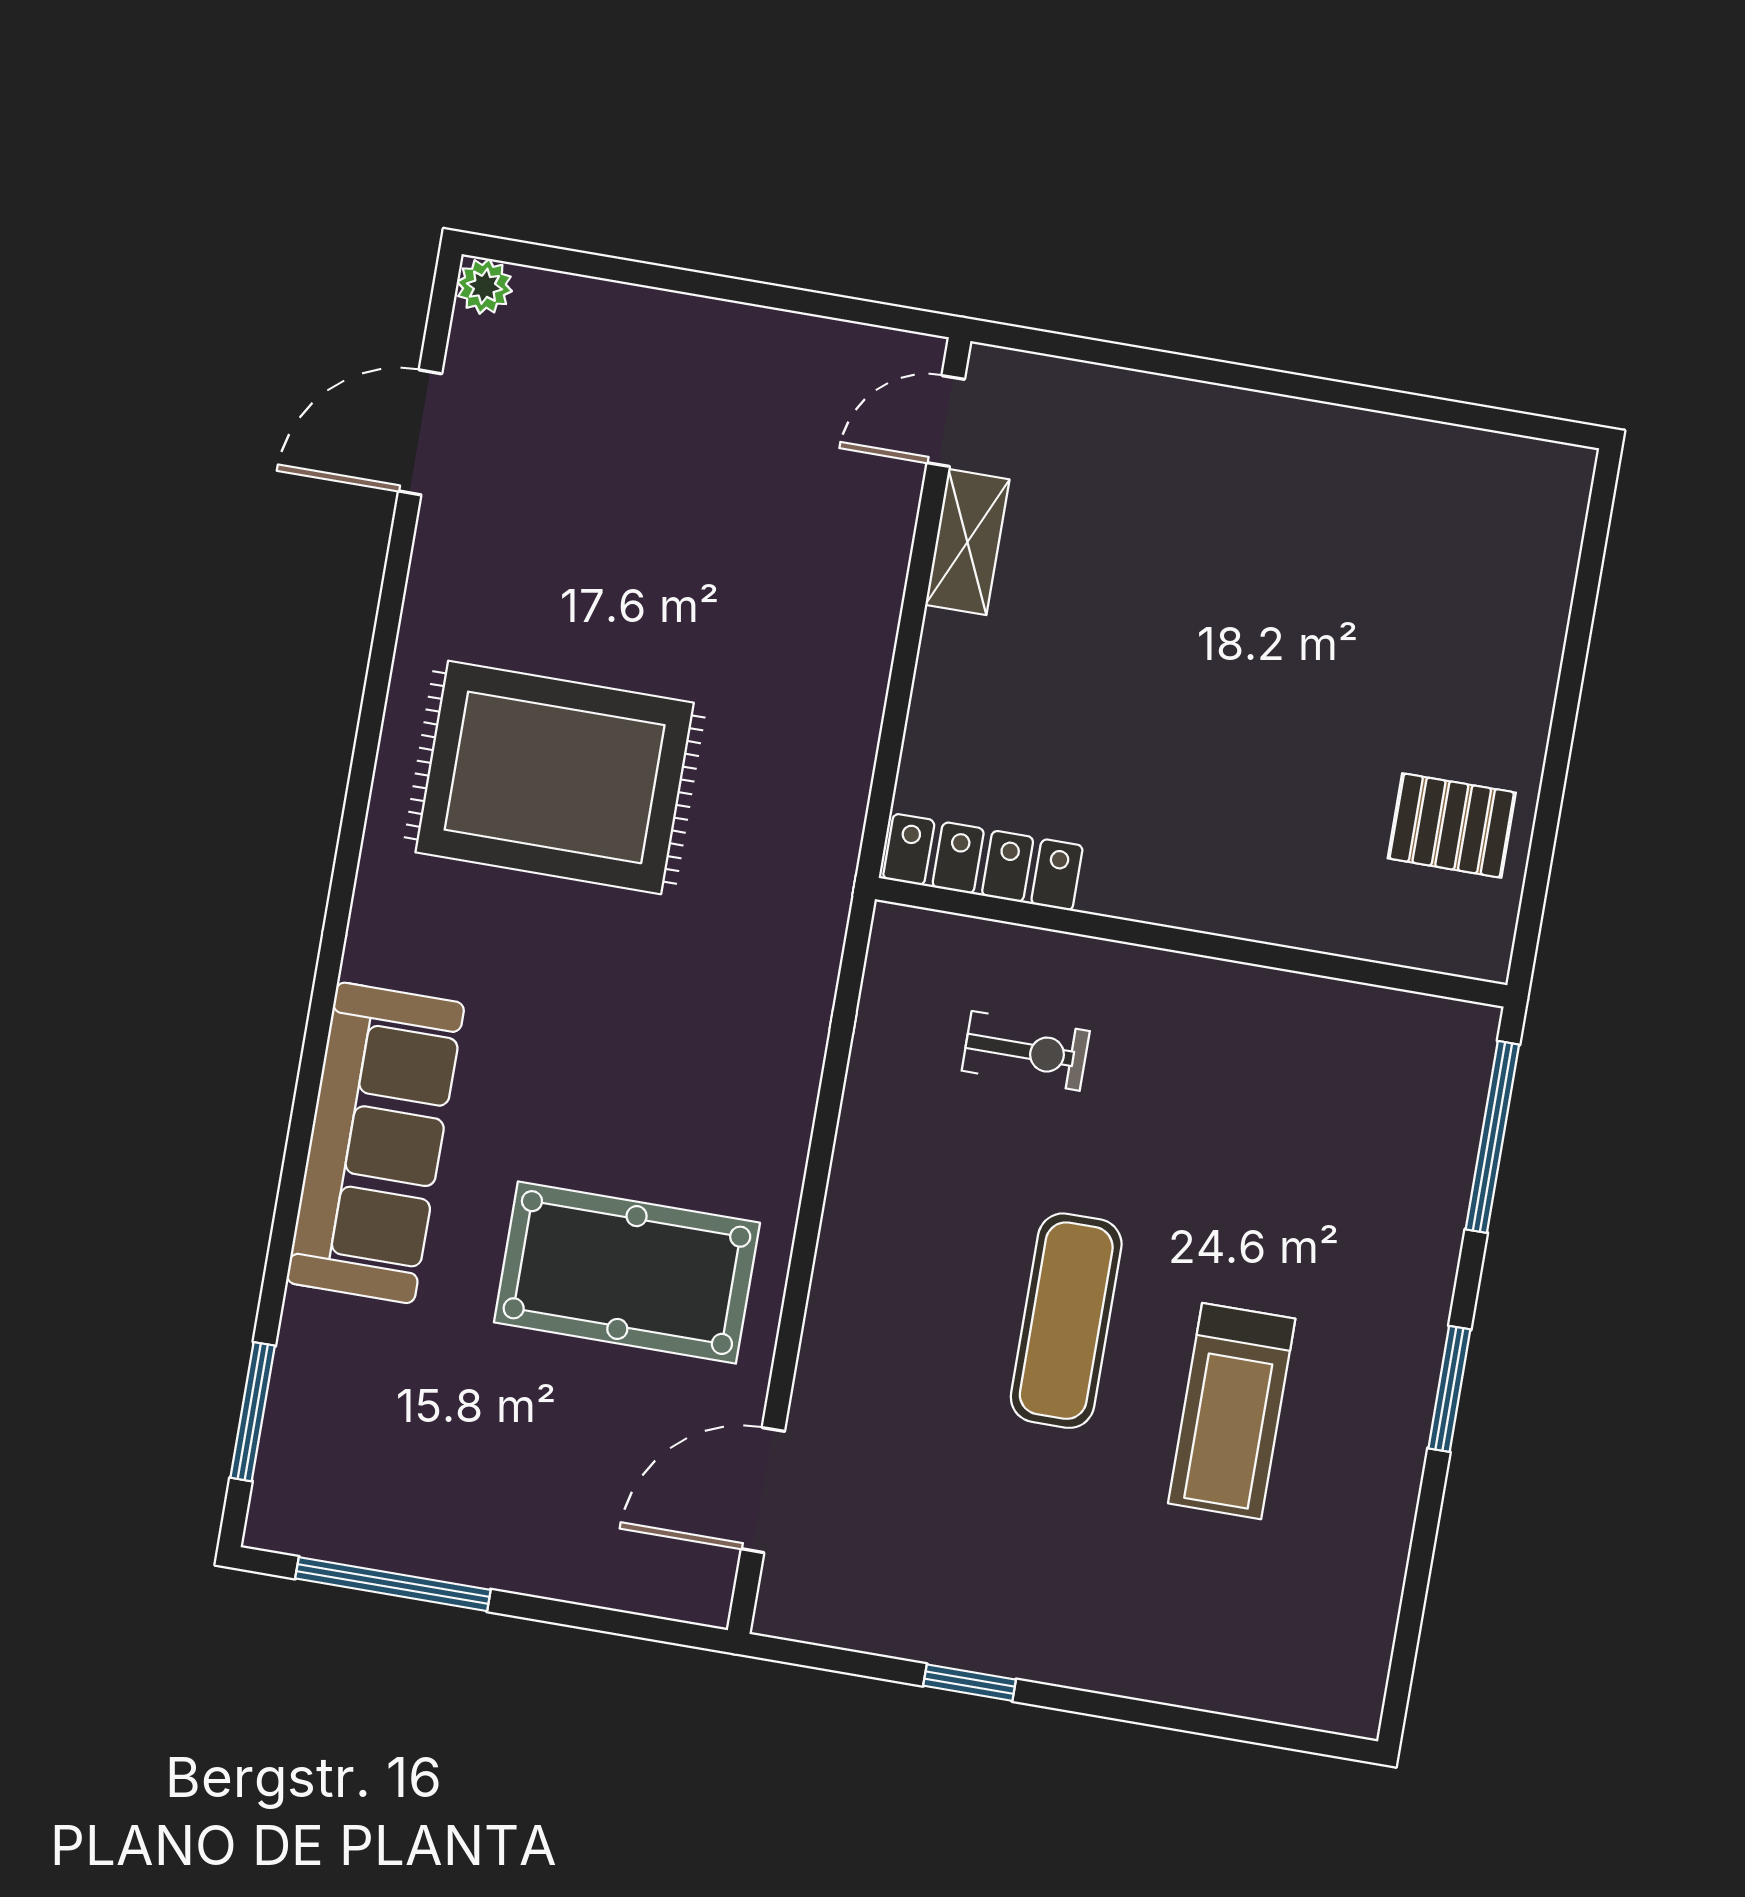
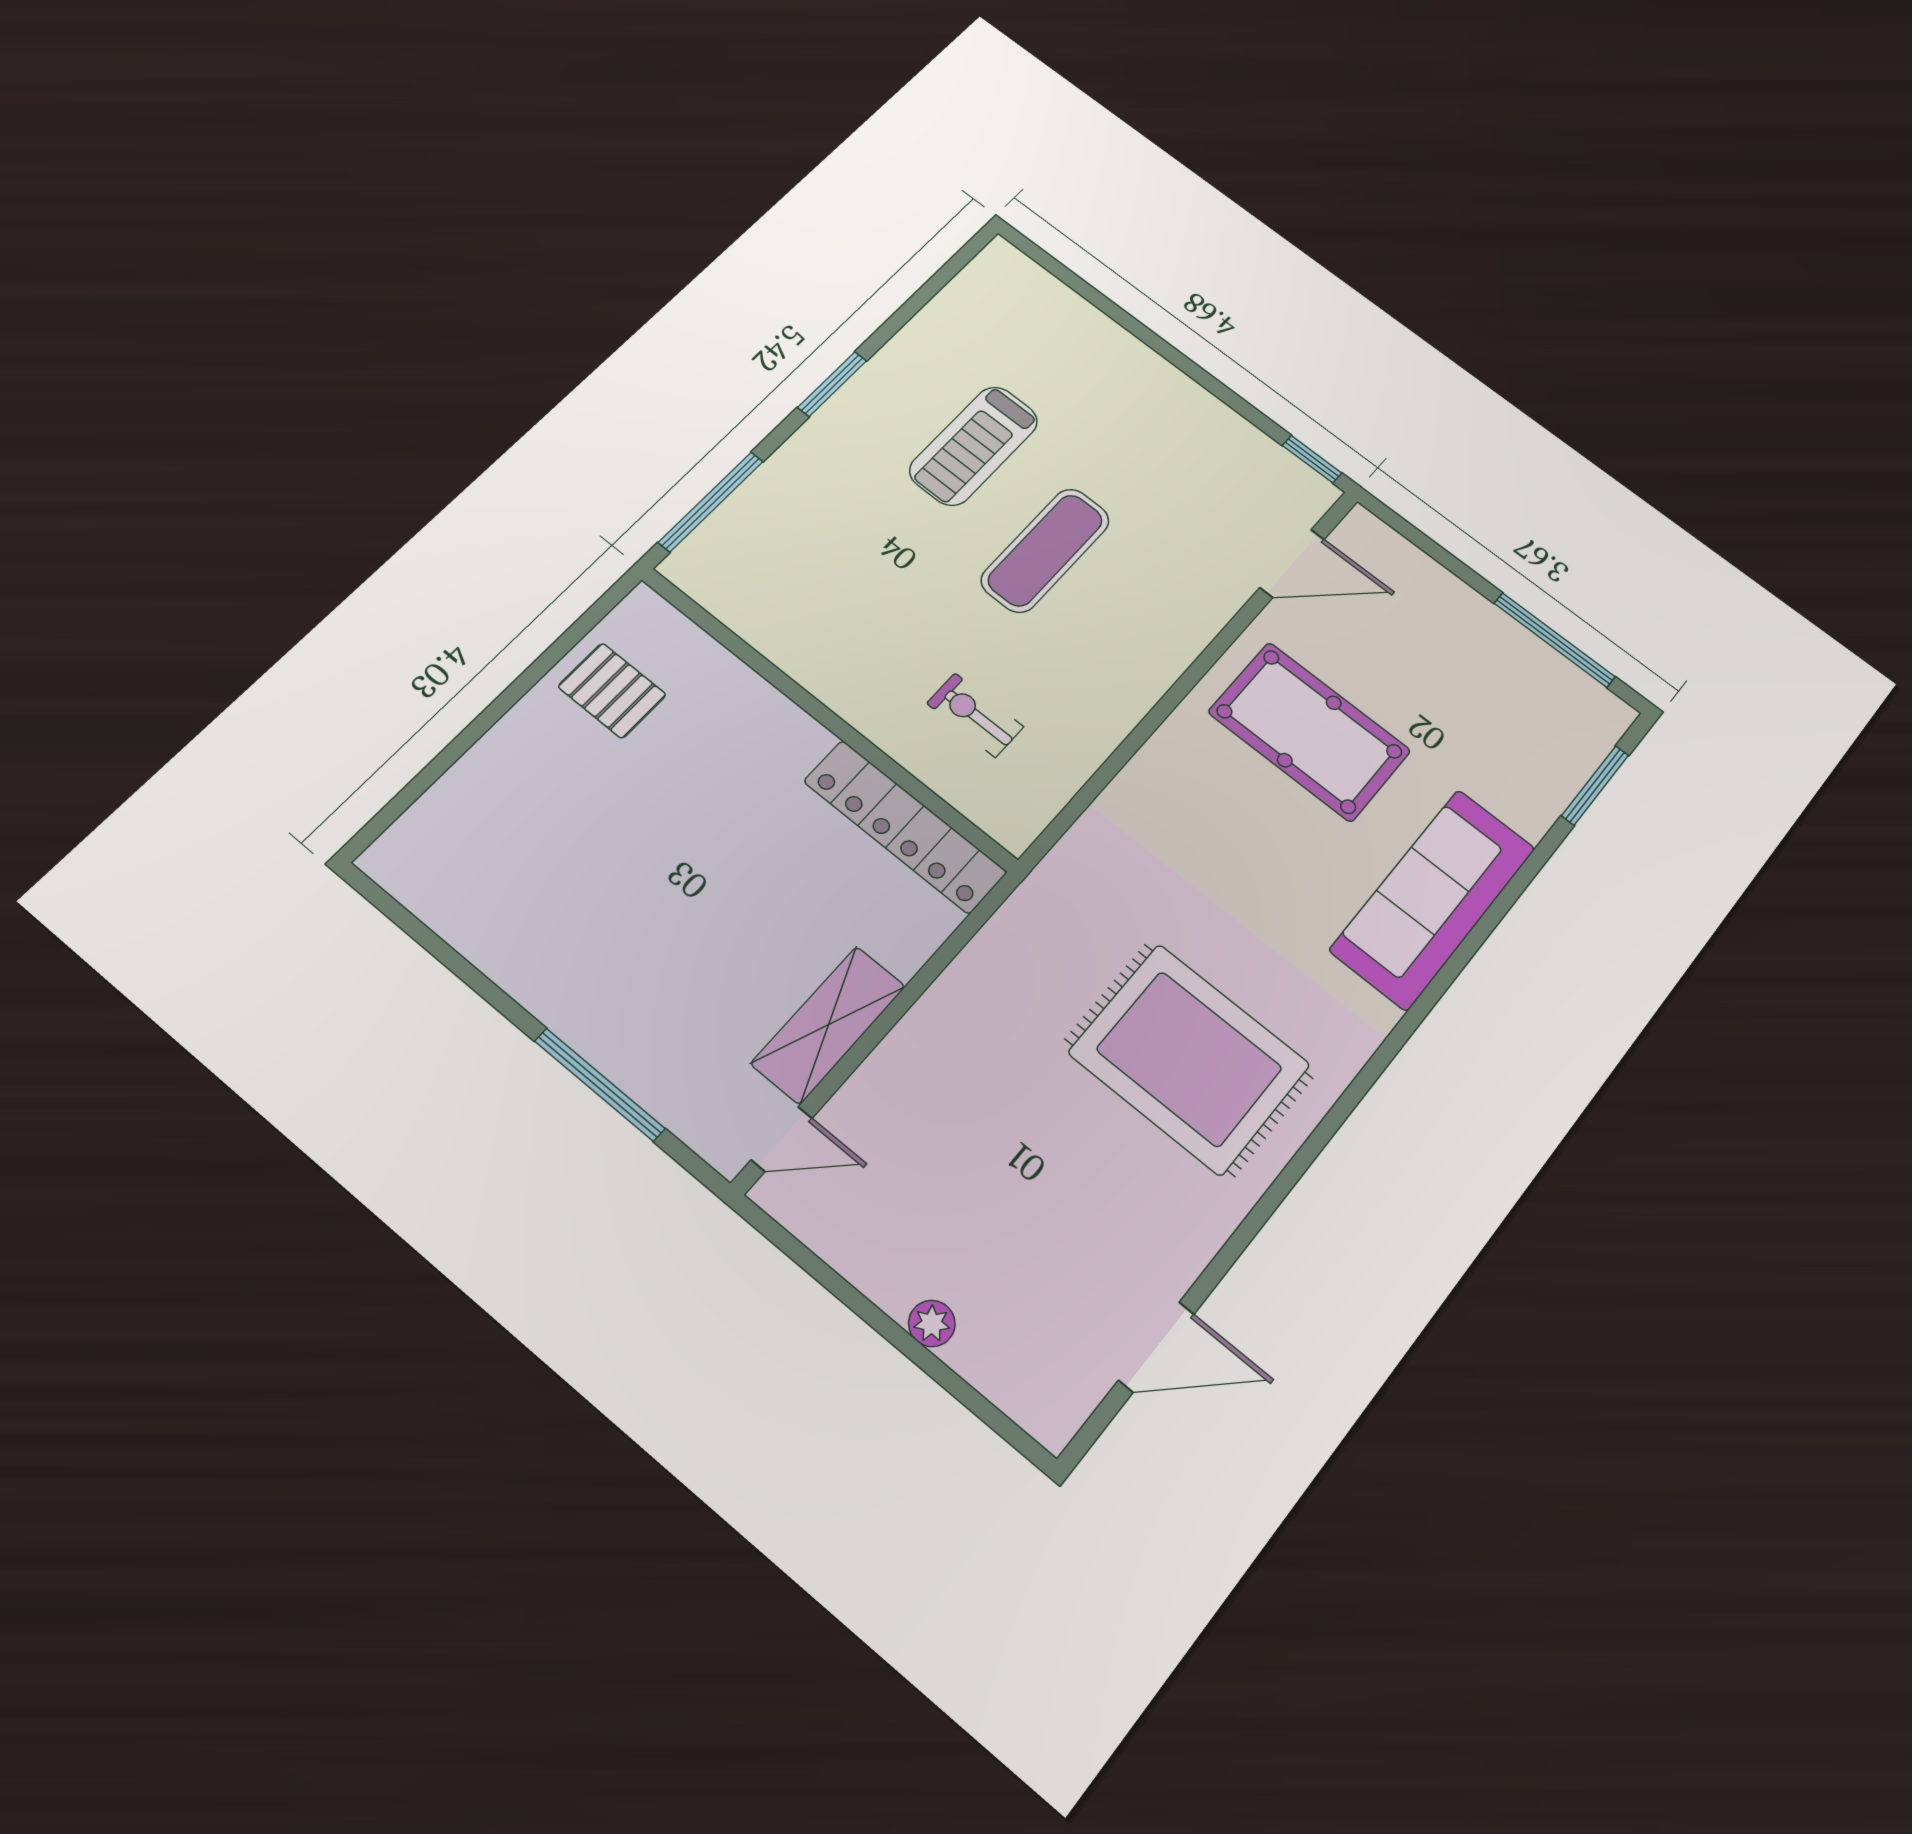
plant: (484, 286) -> (932, 1323), moved
window: (1174, 365) -> (600, 1085), added
shelving: (967, 542) -> (828, 1025), width x1.50, depth x1.33
locker: (983, 862) -> (905, 827), width x1.41, depth x1.21
treadmill: (1232, 1411) -> (974, 446), turned 180
window: (970, 1683) -> (1312, 459), moved

